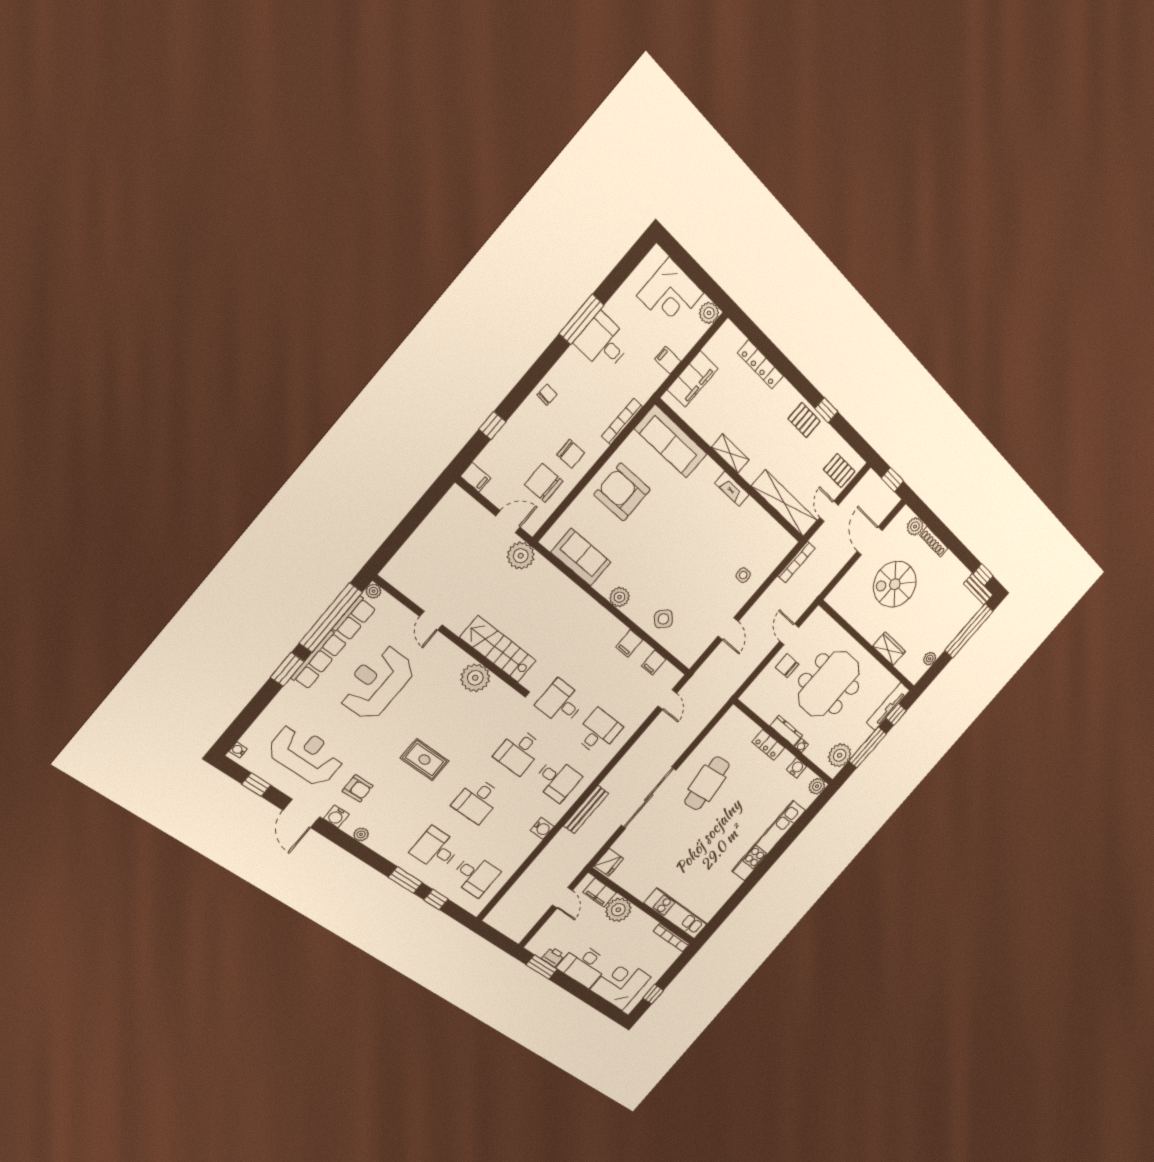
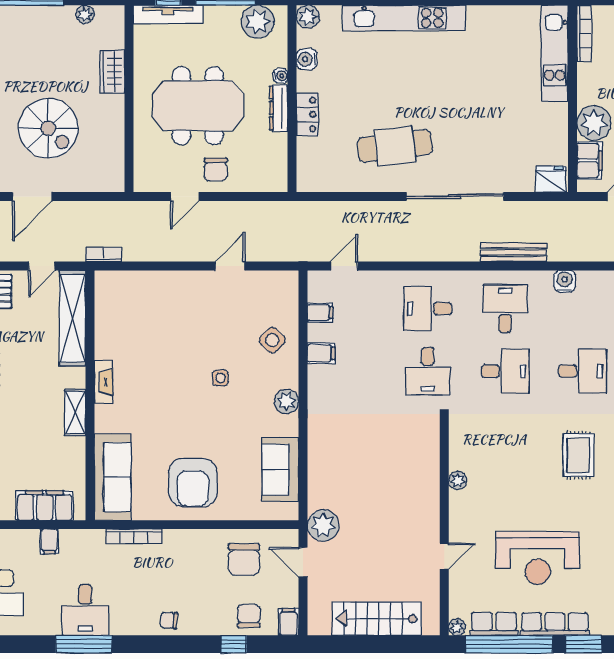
chair: (571, 454) -> (249, 616), moved
bookcase: (796, 562) -> (104, 255), width x0.64
side table: (743, 575) -> (220, 378), moved
stairs: (498, 649) -> (377, 619), moved, turned 90
plant: (475, 678) -> (458, 481), width x0.53, depth x0.53

